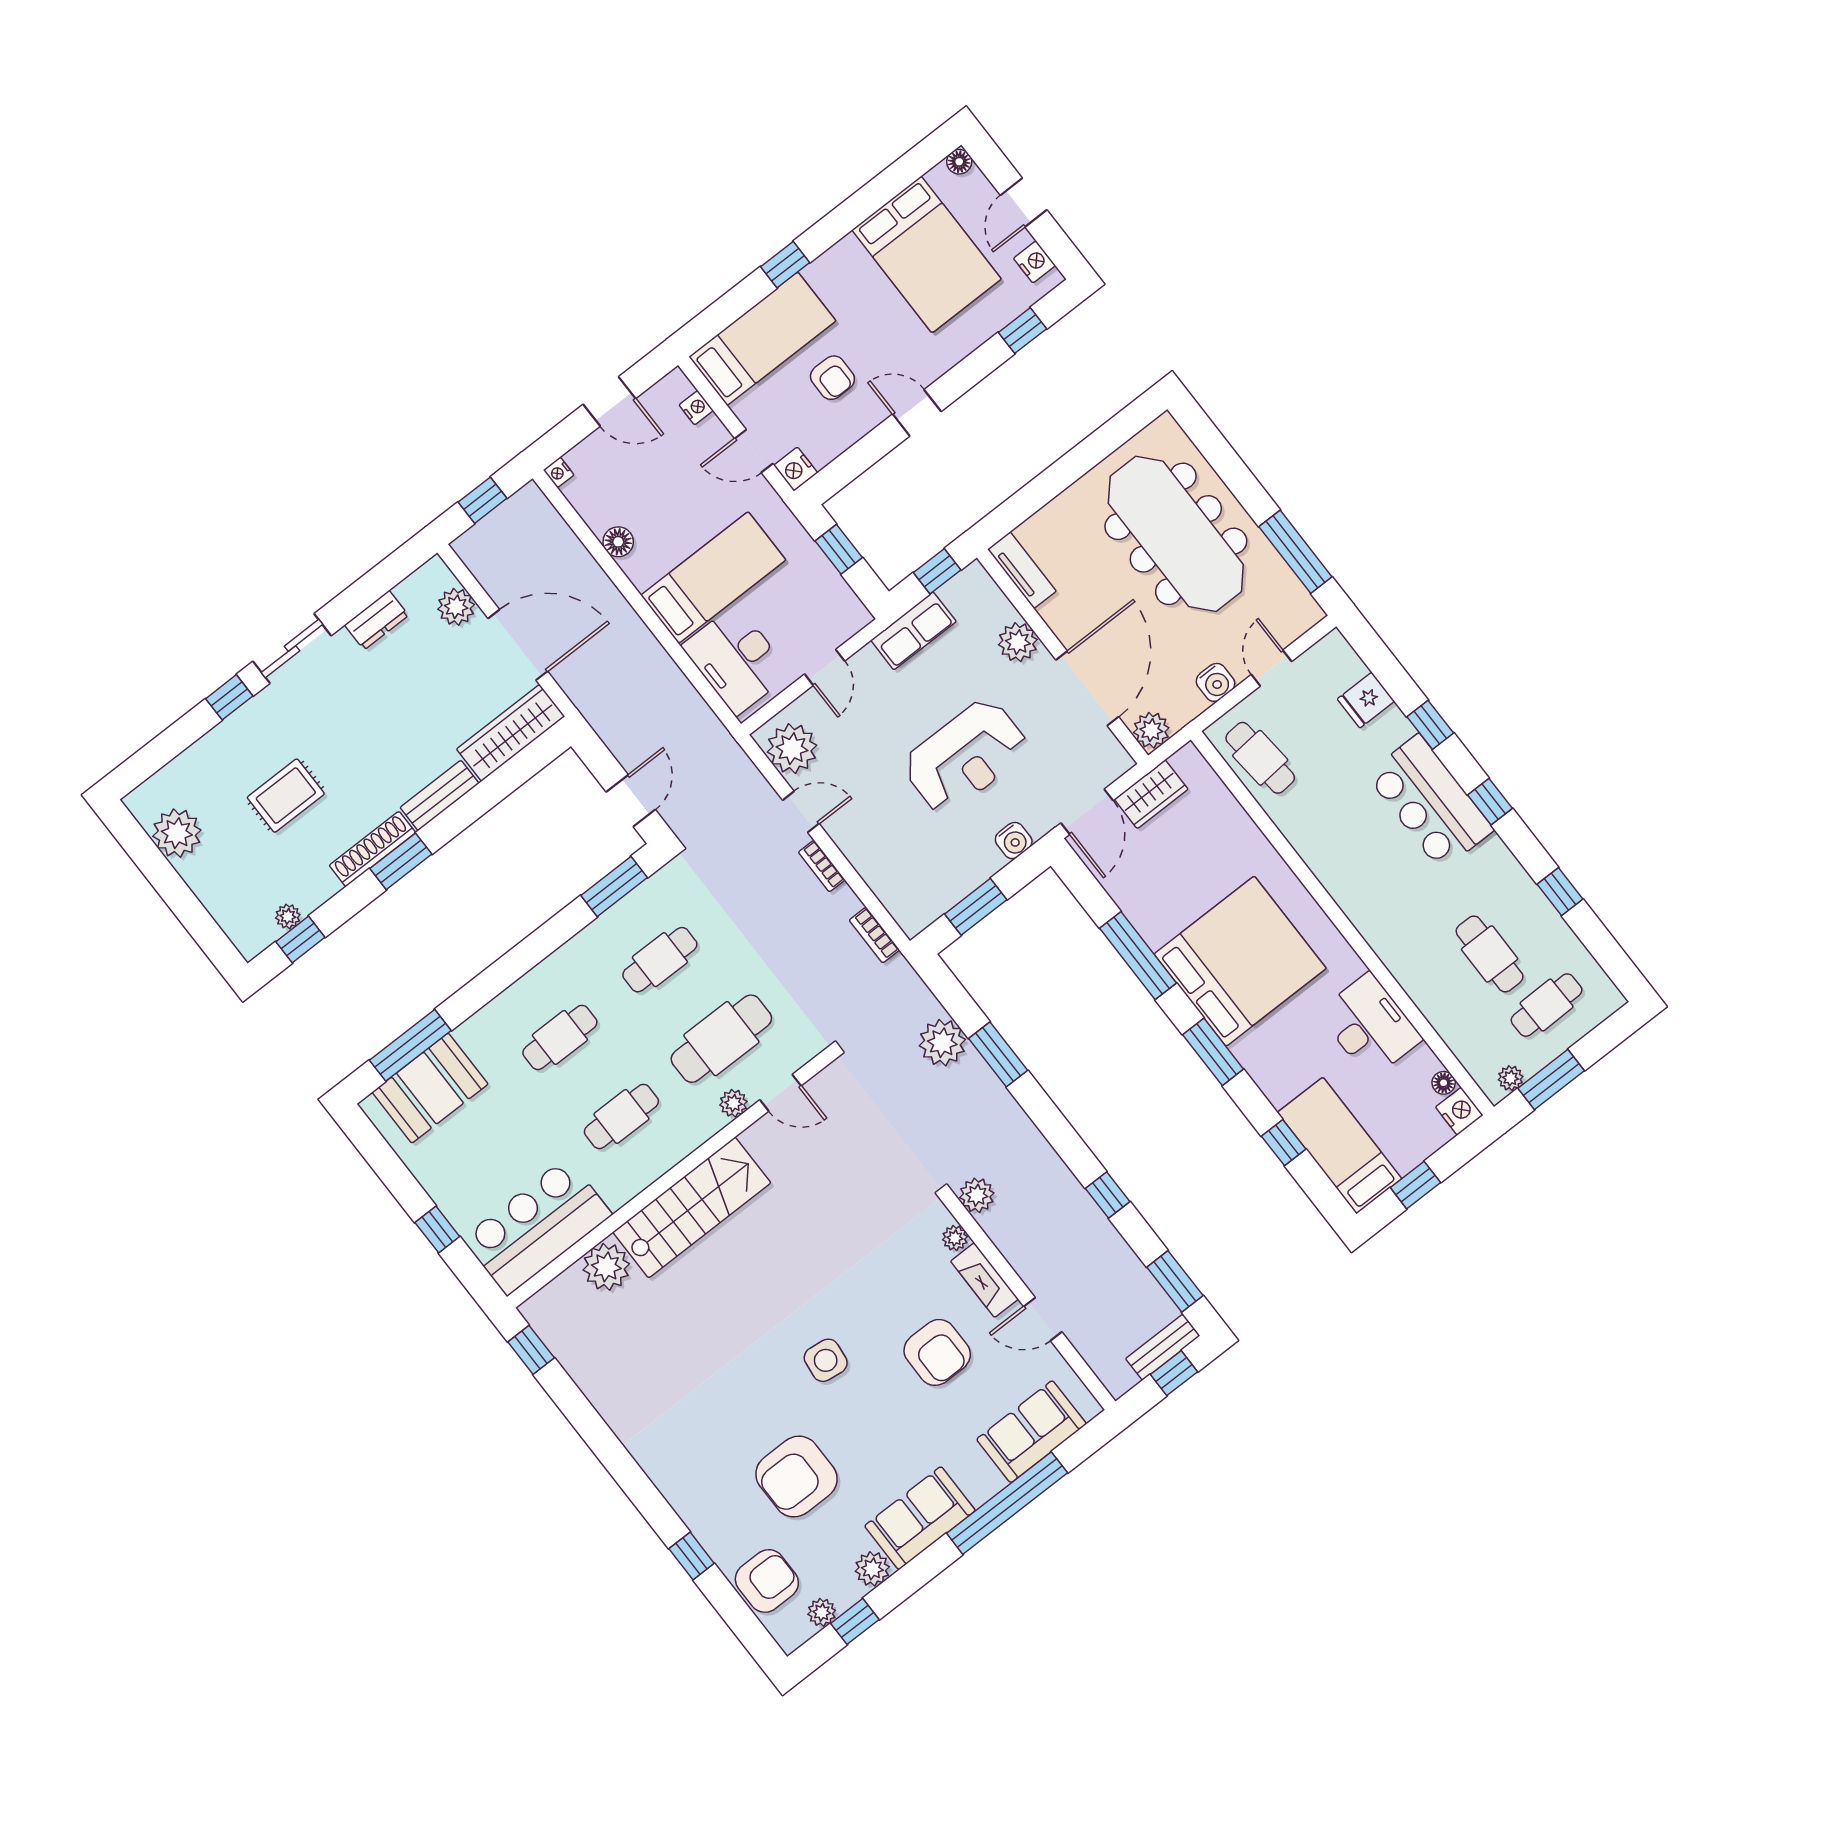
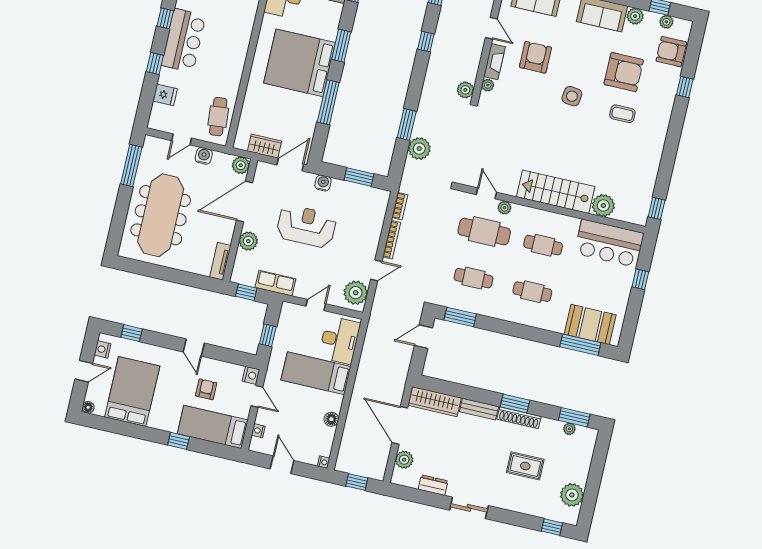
window: (229, 697) -> (552, 527), moved
door: (801, 812) -> (376, 270), swing flipped
bookcase: (822, 866) -> (392, 240), width x1.56
window: (300, 939) -> (574, 417), width x1.50
coffee table: (730, 1419) -> (622, 114), added

